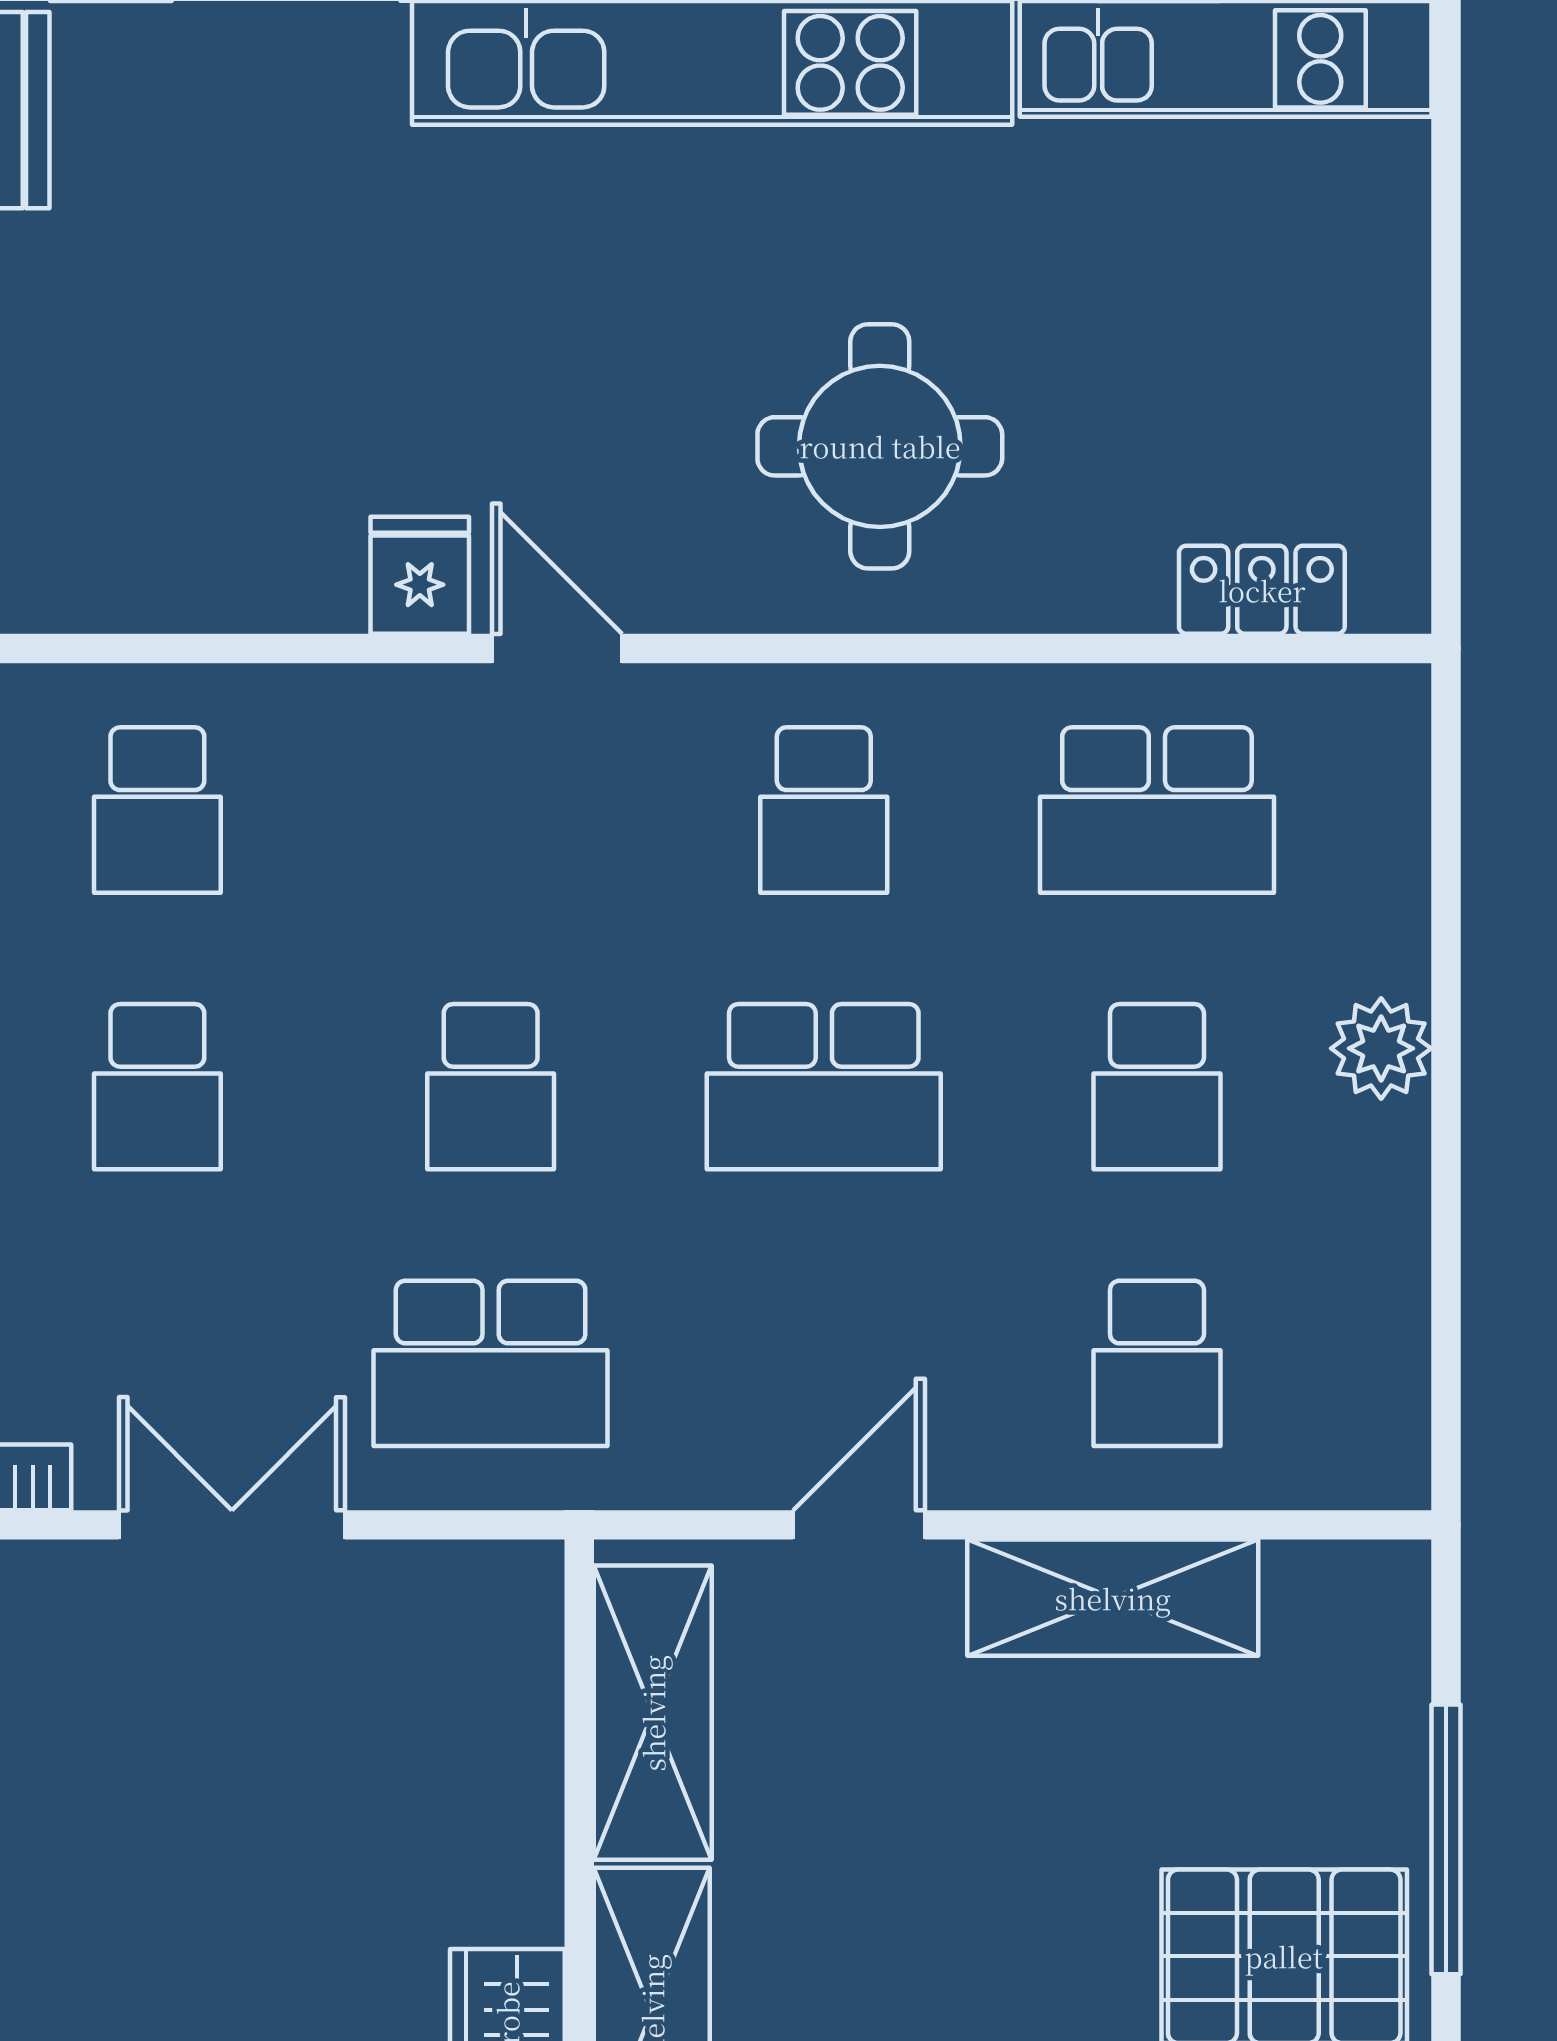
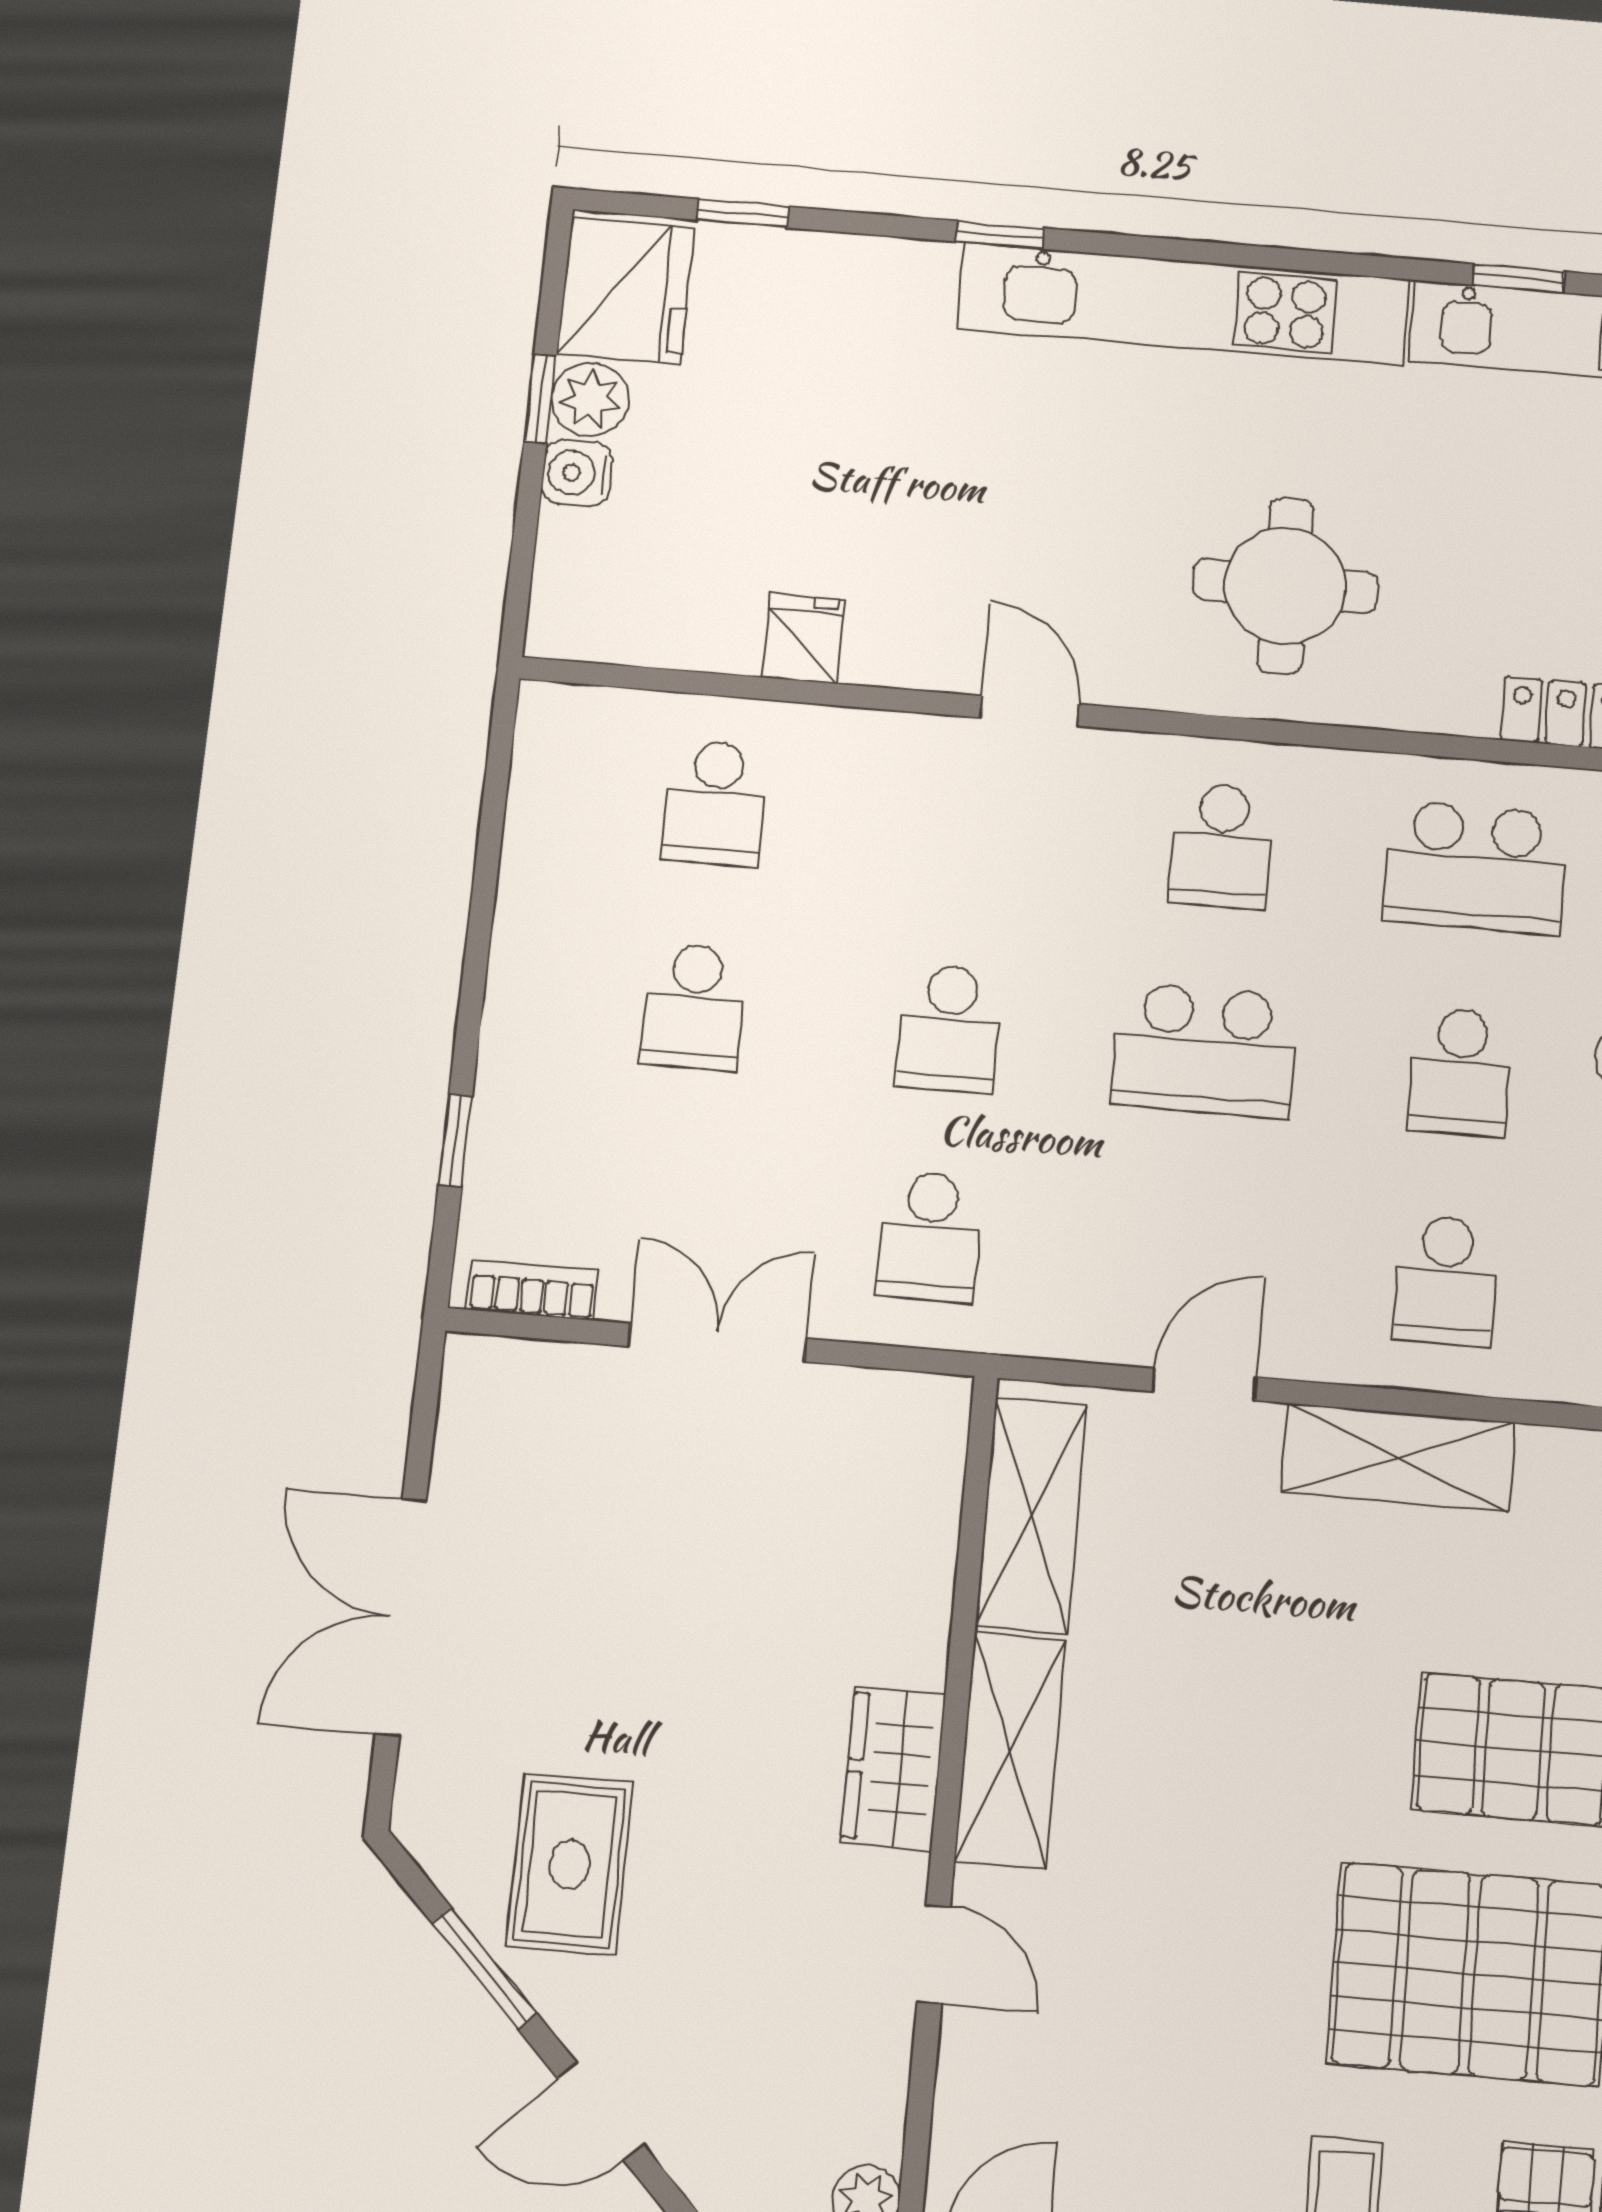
fridge: (420, 575) -> (804, 638), moved
school desk: (491, 1363) -> (930, 1237), width x0.54

